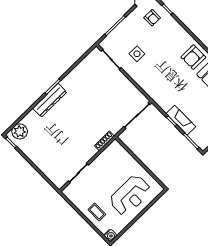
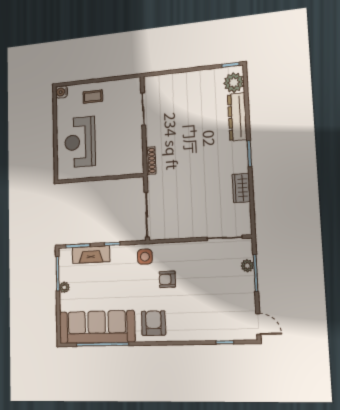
armchair: (152, 18) -> (167, 279), moved
plant: (115, 34) -> (247, 266), added
side table: (137, 54) -> (145, 257), moved
wardrobe: (76, 74) -> (241, 188), added
dresser: (50, 100) -> (237, 117), moved
fireplace: (181, 120) -> (91, 255), moved

